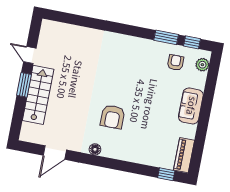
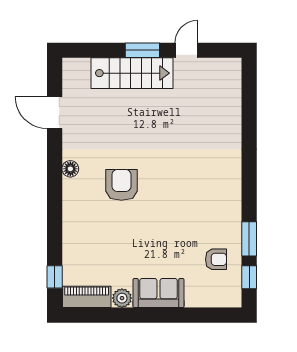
plant: (202, 65) -> (122, 298), moved
armchair: (113, 117) -> (121, 185), turned 90

